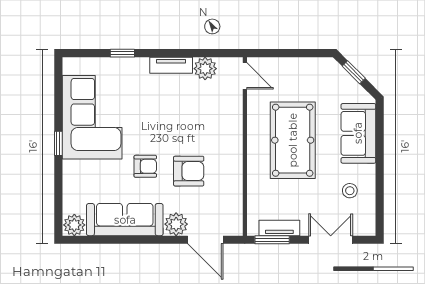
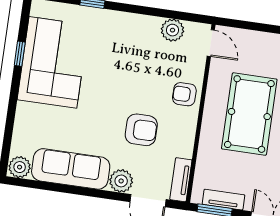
tv unit: (171, 65) -> (181, 180), moved, turned 90
window: (58, 143) -> (20, 54), moved
armchair: (145, 166) -> (184, 94), moved, turned 180

